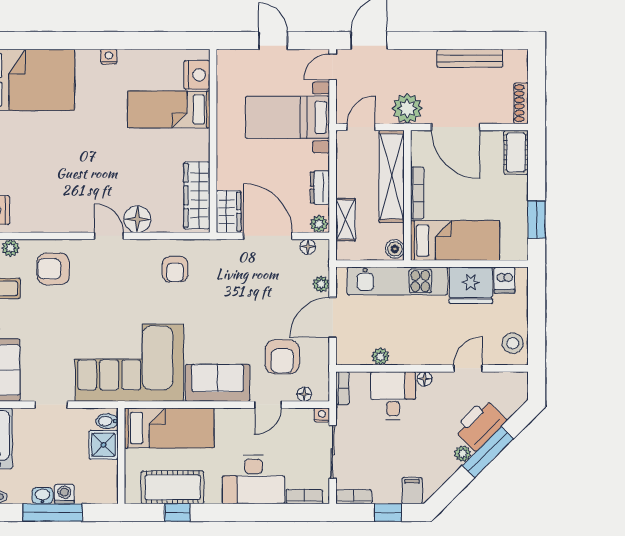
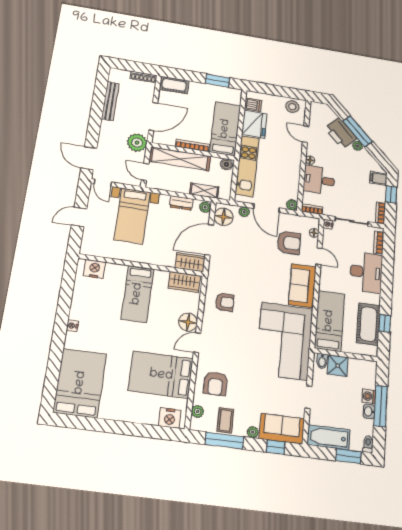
bed: (169, 109) -> (137, 294), moved
bed: (56, 190) -> (161, 375), added
wardrobe: (197, 195) -> (184, 282), width x0.67
floor lamp: (308, 247) -> (224, 217), width x1.89, depth x1.89
plant: (380, 356) -> (292, 205), moved

